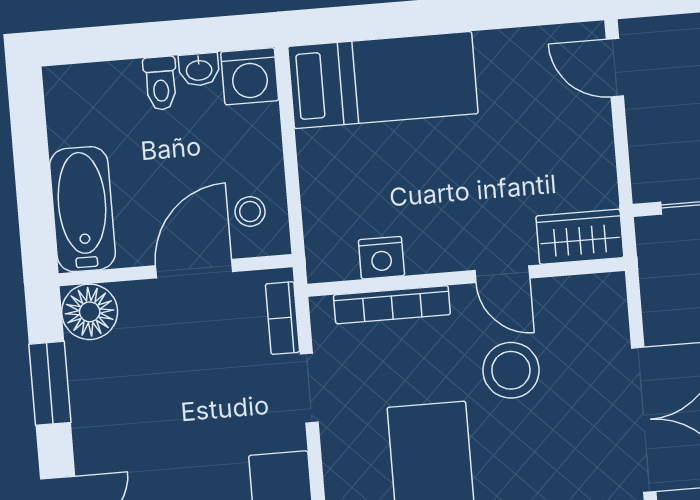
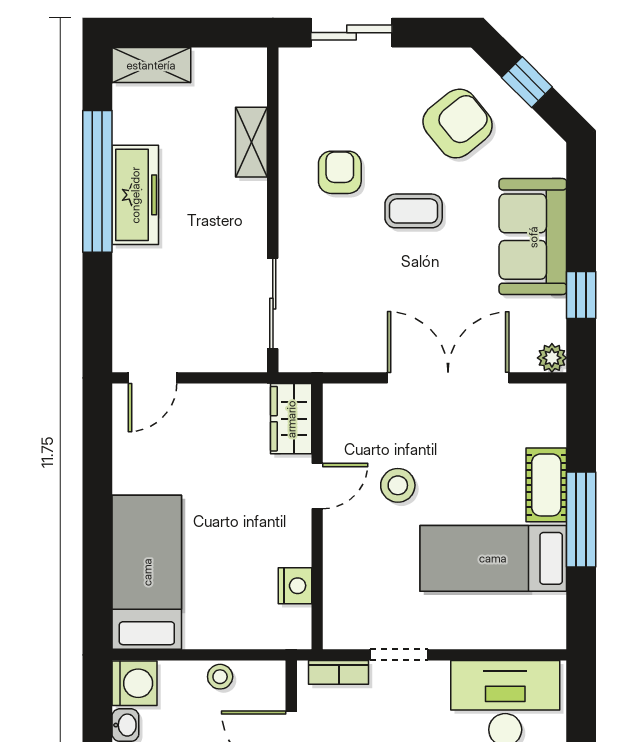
stool: (250, 211) -> (220, 677), moved
bookcase: (392, 305) -> (335, 580), removed
stool: (511, 370) -> (398, 485), width x0.73, depth x0.73

